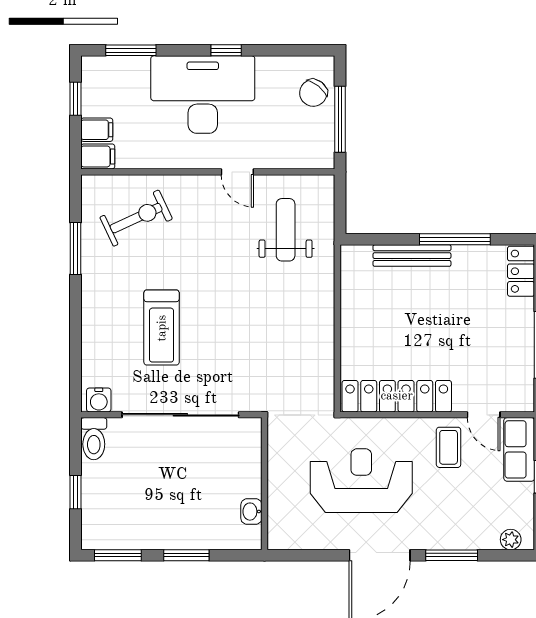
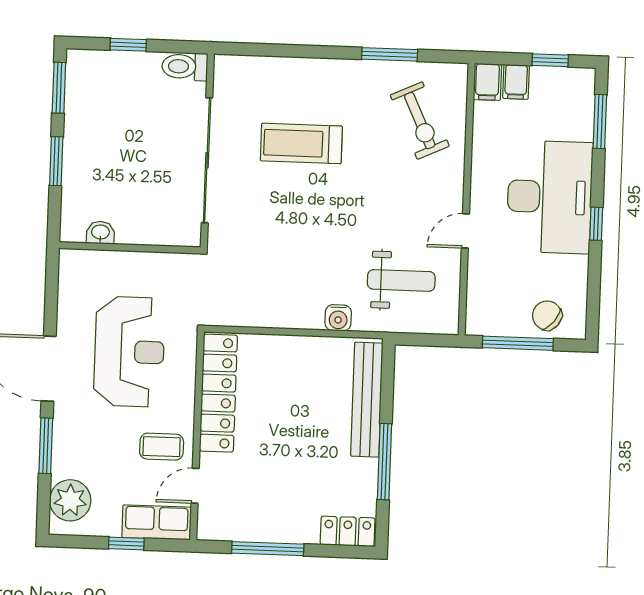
bench: (412, 256) -> (367, 400), width x1.37, depth x1.21
water cooler: (99, 400) -> (338, 318), moved, turned -90
plant: (511, 540) -> (70, 500), width x1.88, depth x1.88

